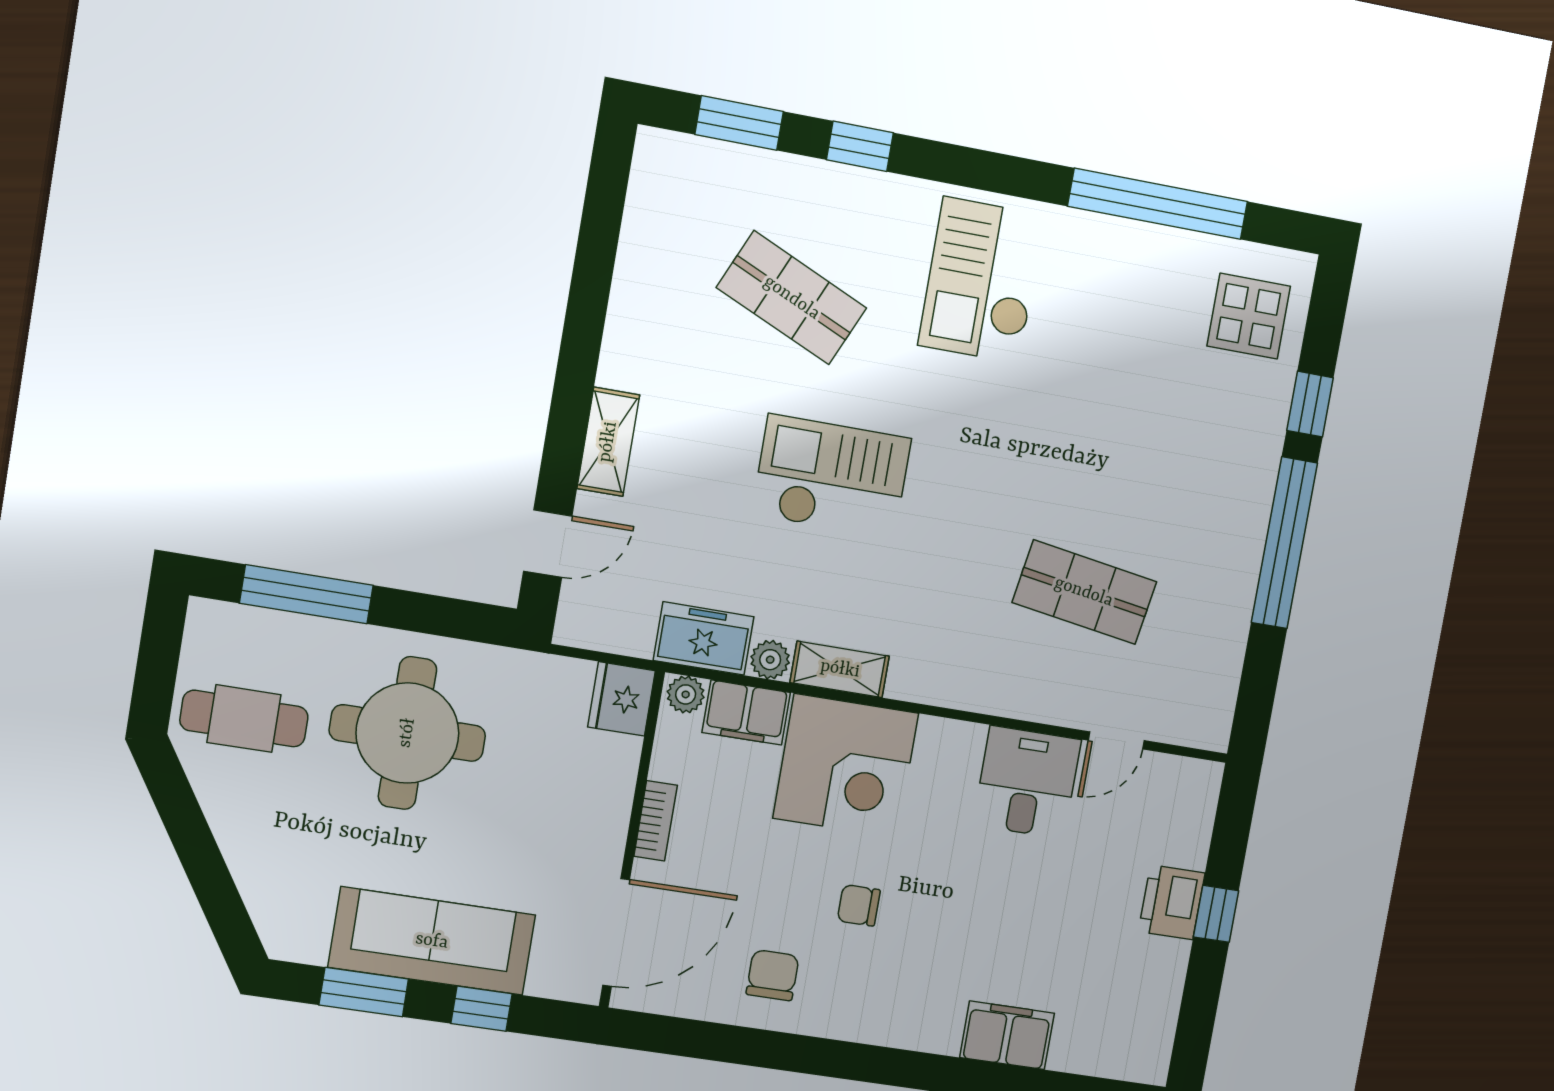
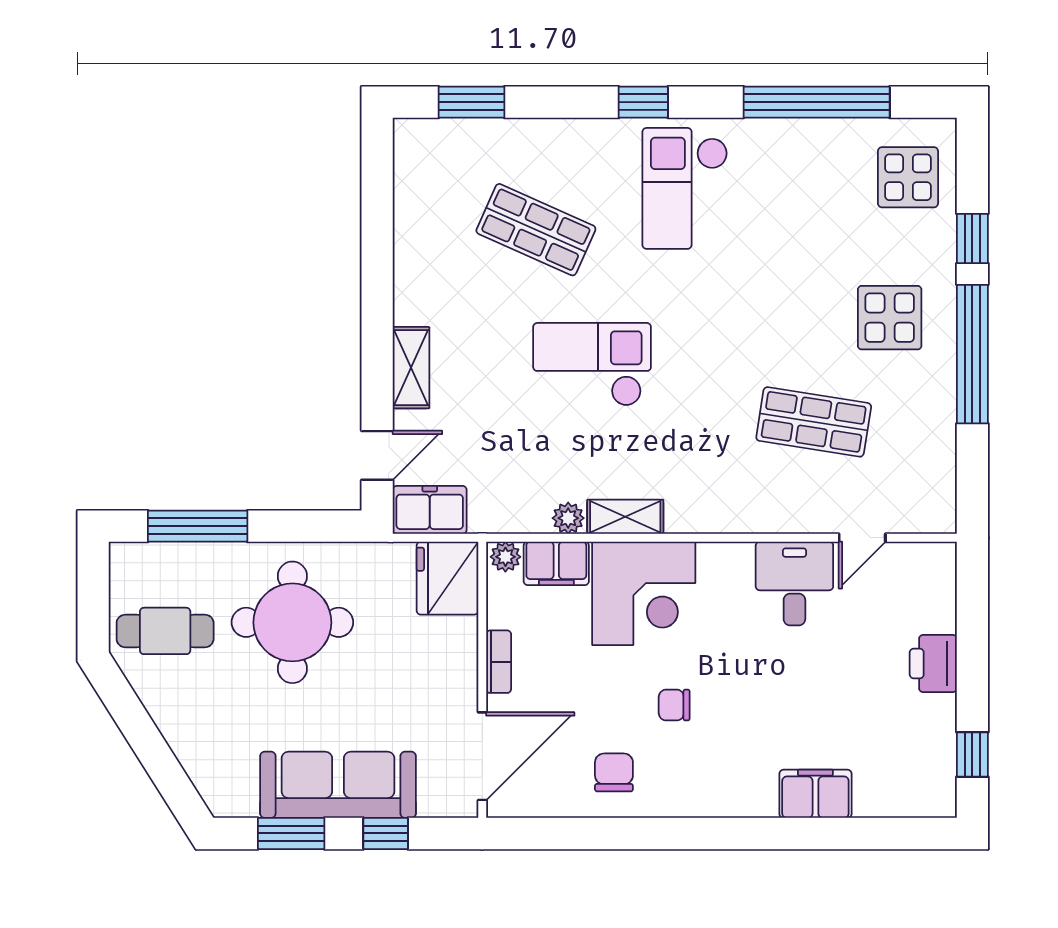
window: (860, 146) -> (643, 102), moved
display table: (1196, 482) -> (890, 318), added
freezer: (704, 638) -> (430, 510), moved
fridge: (621, 699) -> (447, 578), width x1.36, depth x1.34
window: (1216, 914) -> (972, 754), moved

